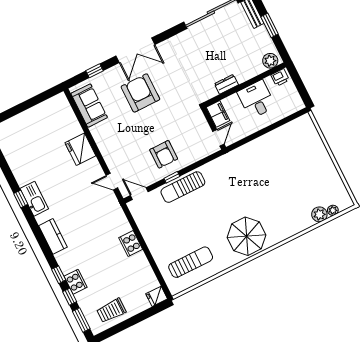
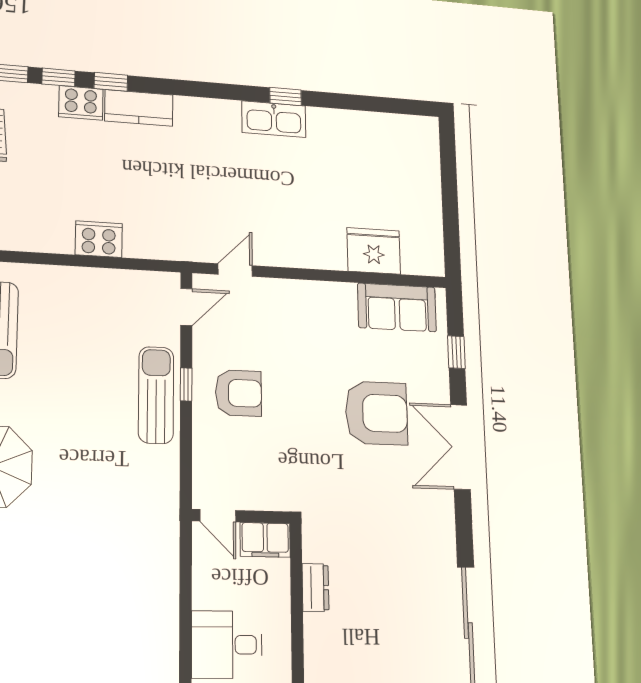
desk: (256, 99) -> (227, 645), moved, turned 180
fridge: (80, 149) -> (374, 251), moved
armchair: (164, 154) -> (239, 393), turned 180
kitchen counter: (53, 236) -> (139, 108), moved

